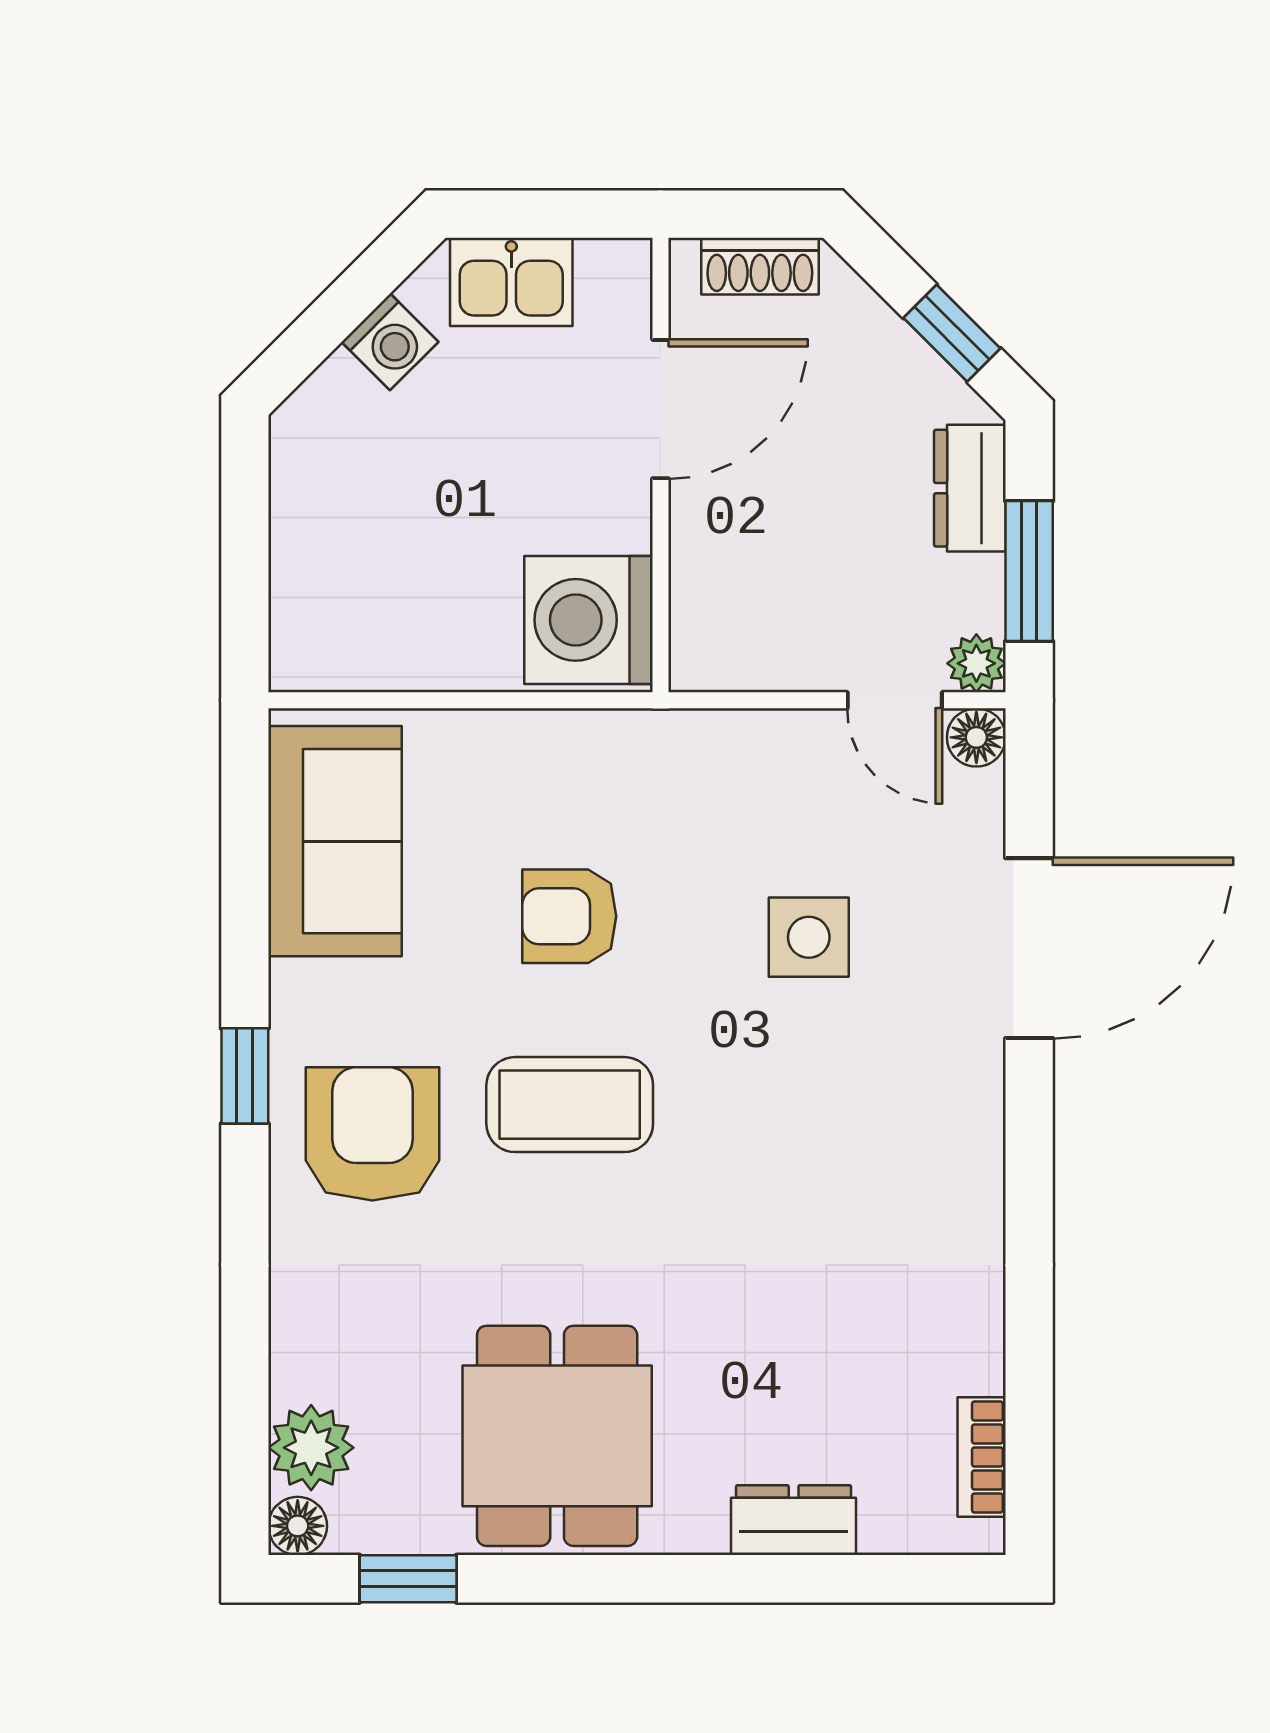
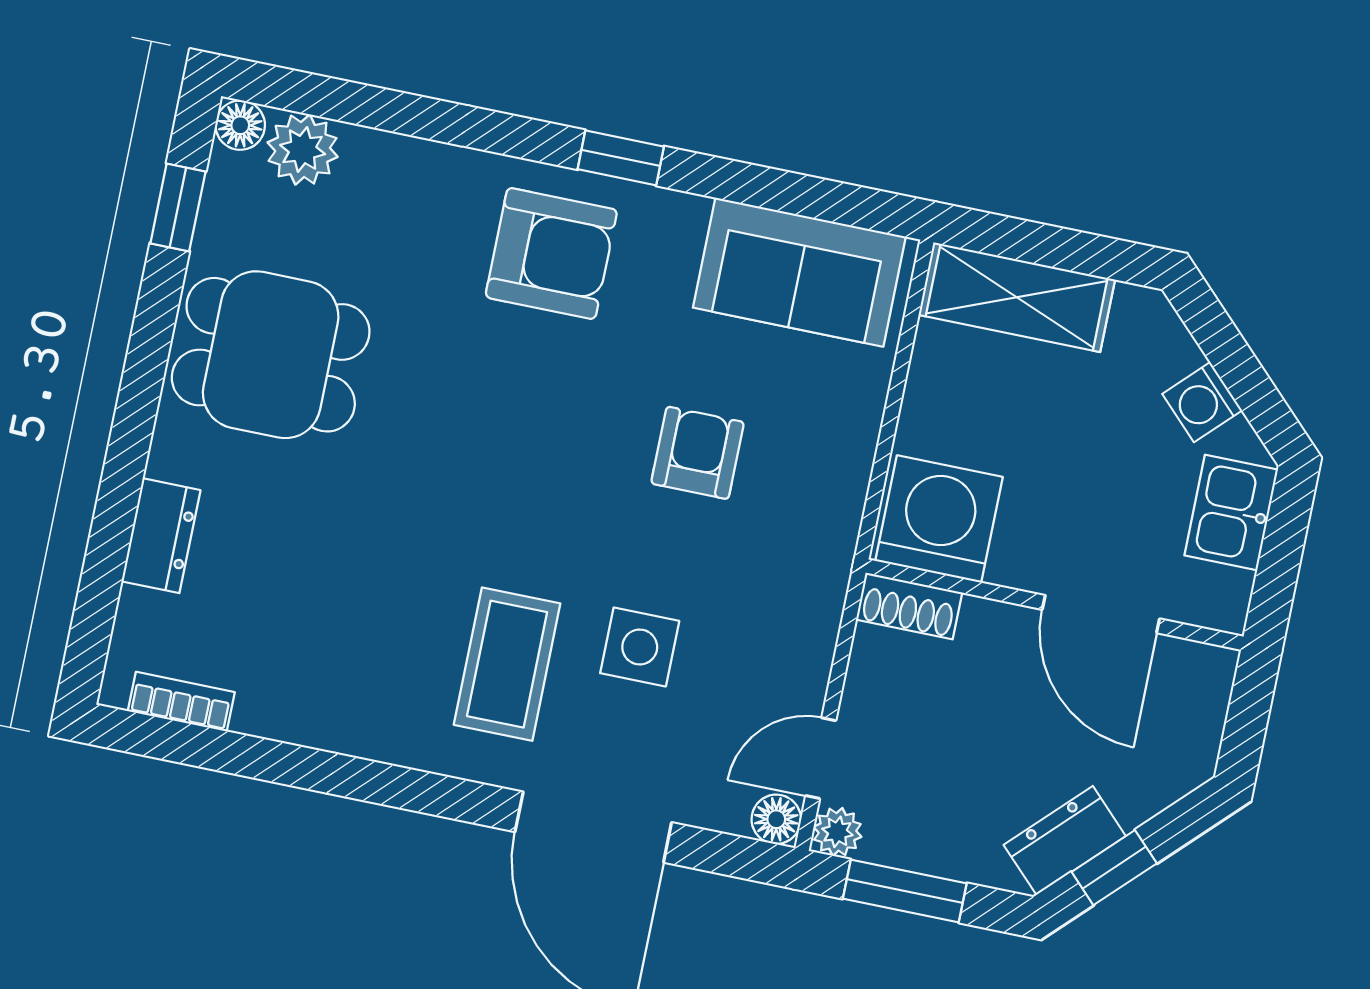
shoe rack: (760, 266) -> (909, 606), moved, turned -90
dresser: (970, 488) -> (1065, 840), moved, turned -45
shelving: (312, 582) -> (1017, 297), added
coffee table: (570, 1105) -> (507, 664), moved

